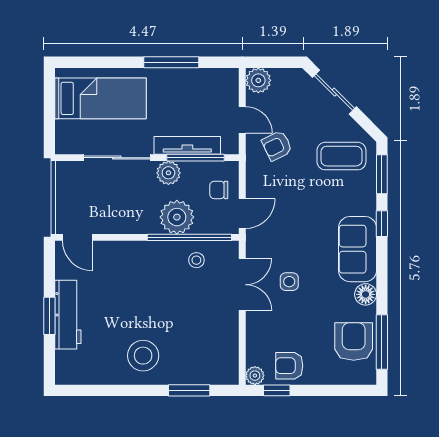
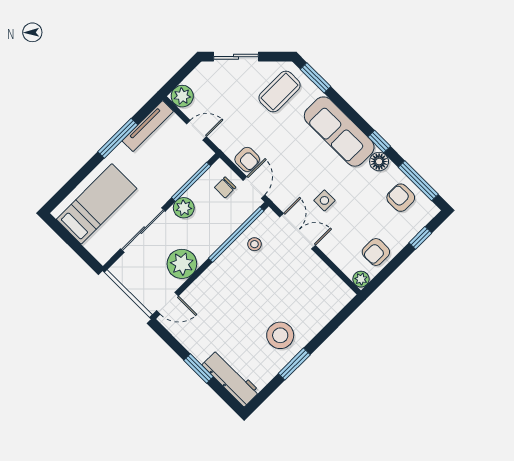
tv unit: (187, 145) -> (148, 126), moved, turned 180
armchair: (277, 146) -> (247, 159), moved, turned -64
plant: (177, 217) -> (182, 264), moved
window: (382, 224) -> (379, 142), moved
sofa: (358, 249) -> (339, 132), width x1.36
workbench: (68, 315) -> (231, 378), moved
armchair: (354, 342) -> (401, 198), width x0.72, depth x0.72
window: (189, 390) -> (294, 364), moved
window: (277, 390) -> (420, 238), moved

